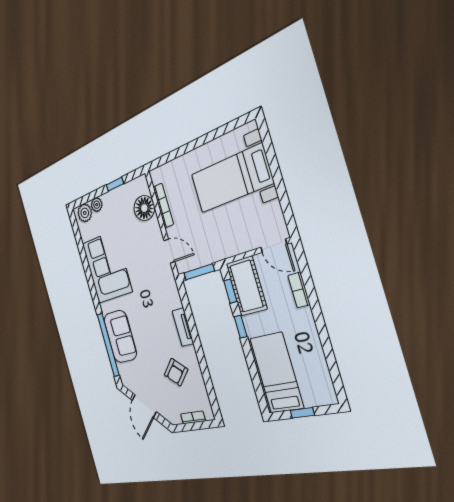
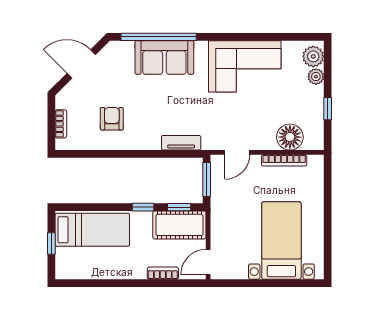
tv unit: (183, 327) -> (181, 143), moved
armchair: (176, 372) -> (112, 119), turned 47

